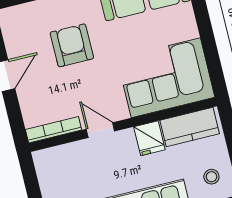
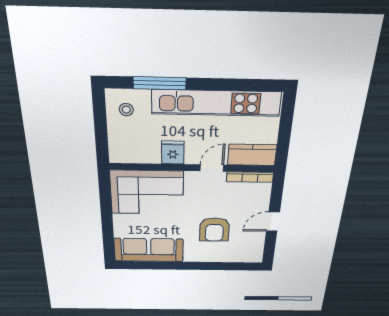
kitchen counter: (190, 127) -> (252, 155), moved
door: (100, 130) -> (212, 168), swing flipped

